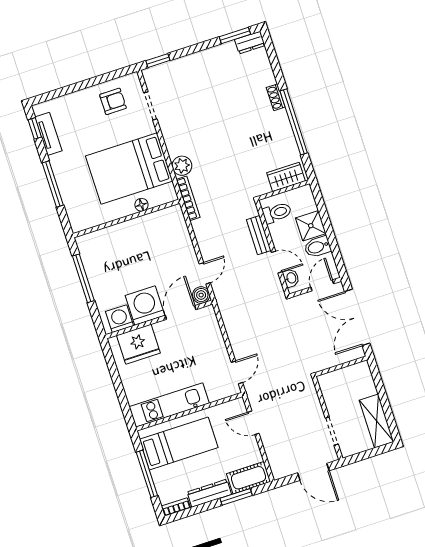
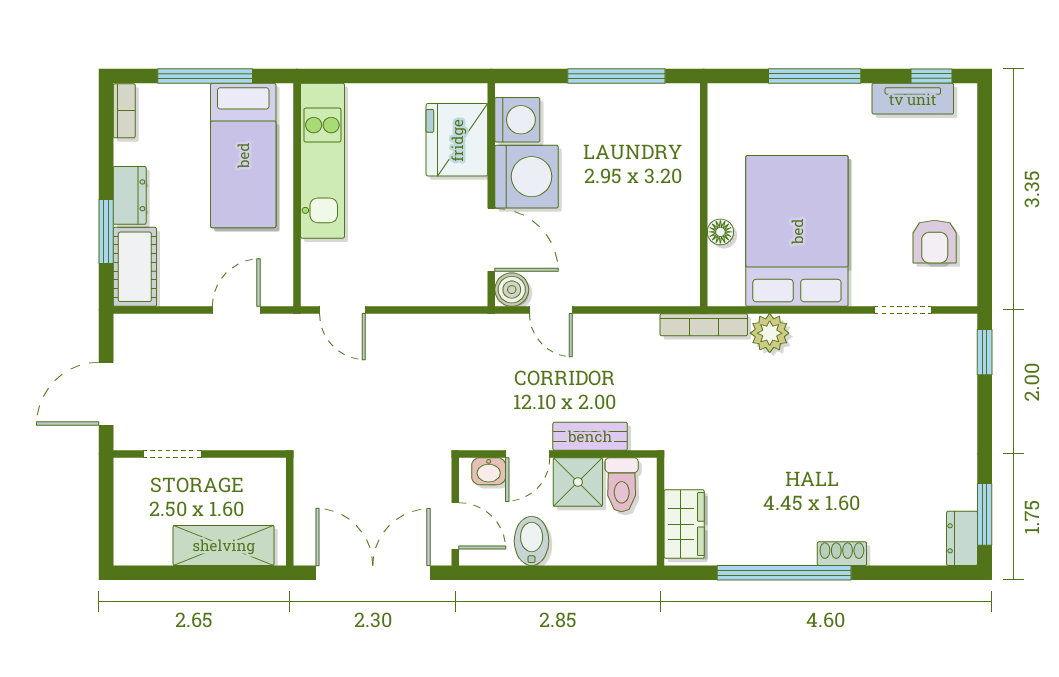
shower: (311, 226) -> (578, 482), moved
shelving: (377, 421) -> (224, 545), moved
dresser: (209, 493) -> (130, 195), width x0.70

